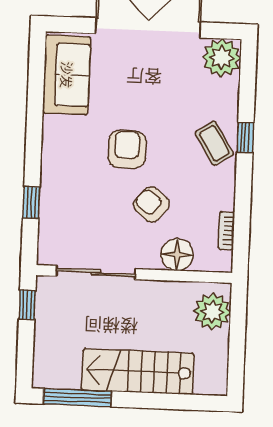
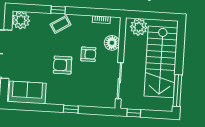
window: (31, 202) -> (71, 109), moved
armchair: (151, 204) -> (88, 54), turned -130
stairs: (138, 372) -> (161, 62), width x1.36, depth x1.51

